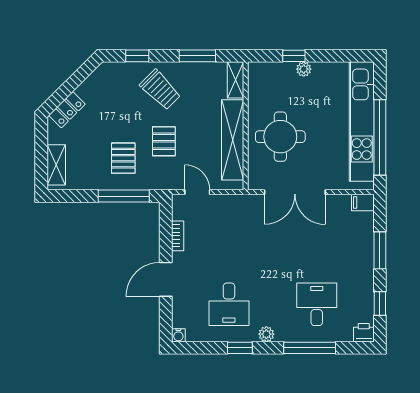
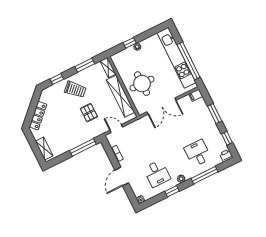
locker: (67, 110) -> (38, 116), width x1.53
pallet: (123, 158) -> (74, 130), removed

